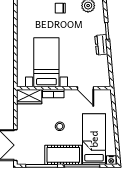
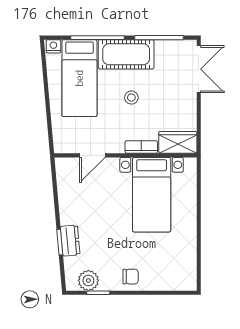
dresser: (101, 45) -> (70, 241), moved
door: (86, 88) -> (92, 155), swing flipped

